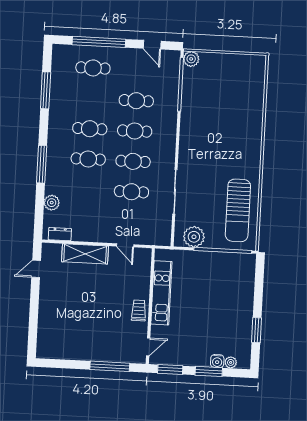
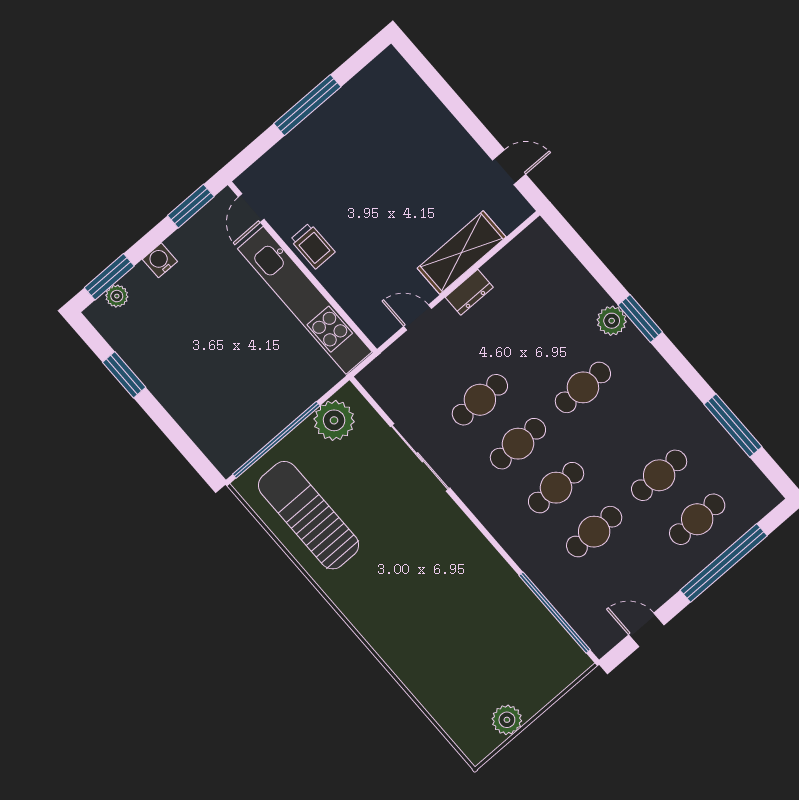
plant: (191, 59) -> (507, 720), moved
cafe table: (90, 129) -> (659, 475), moved
window: (42, 164) -> (640, 319), width x0.69
plant: (52, 203) -> (612, 321), moved
dresser: (60, 234) -> (469, 292), moved
door: (36, 269) -> (509, 167), hinge flipped
kitchen unit: (161, 293) -> (305, 300), width x1.36
water cooler: (217, 361) -> (160, 260), moved
window: (110, 366) -> (307, 105), moved
window: (209, 371) -> (109, 277), moved

